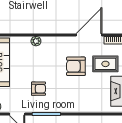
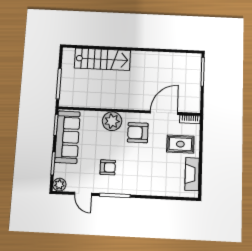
plant: (36, 41) -> (112, 121), width x1.88, depth x1.88
armchair: (76, 66) -> (138, 133), moved

